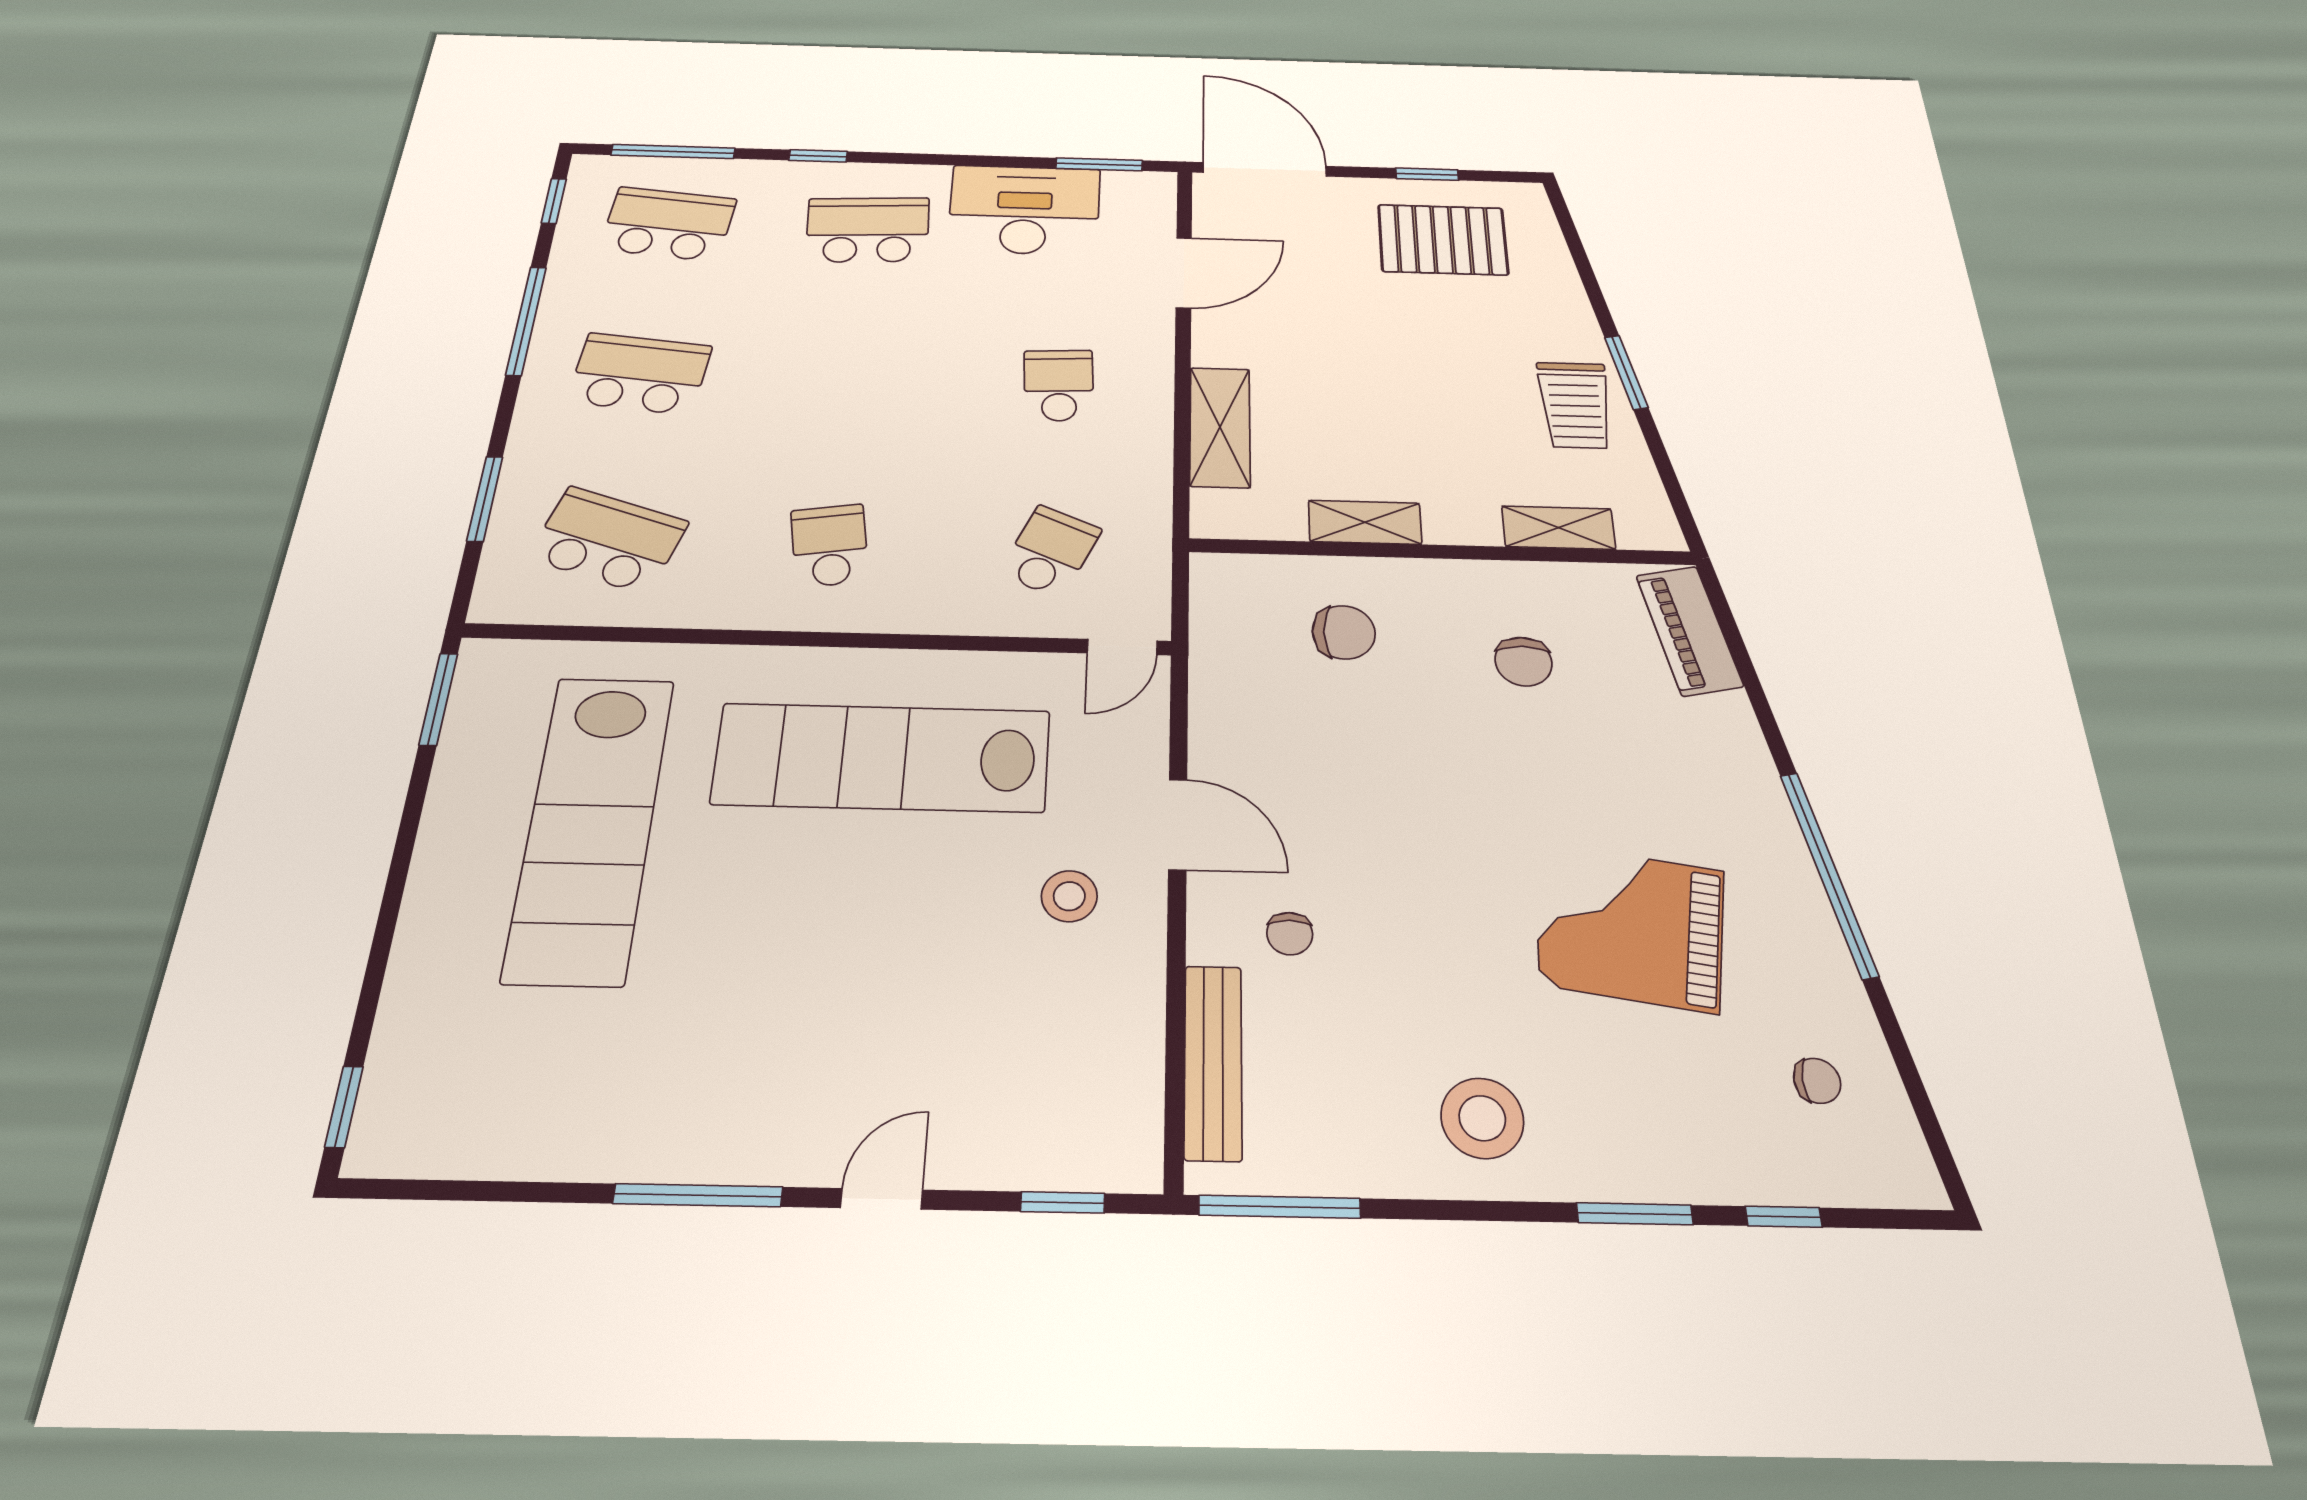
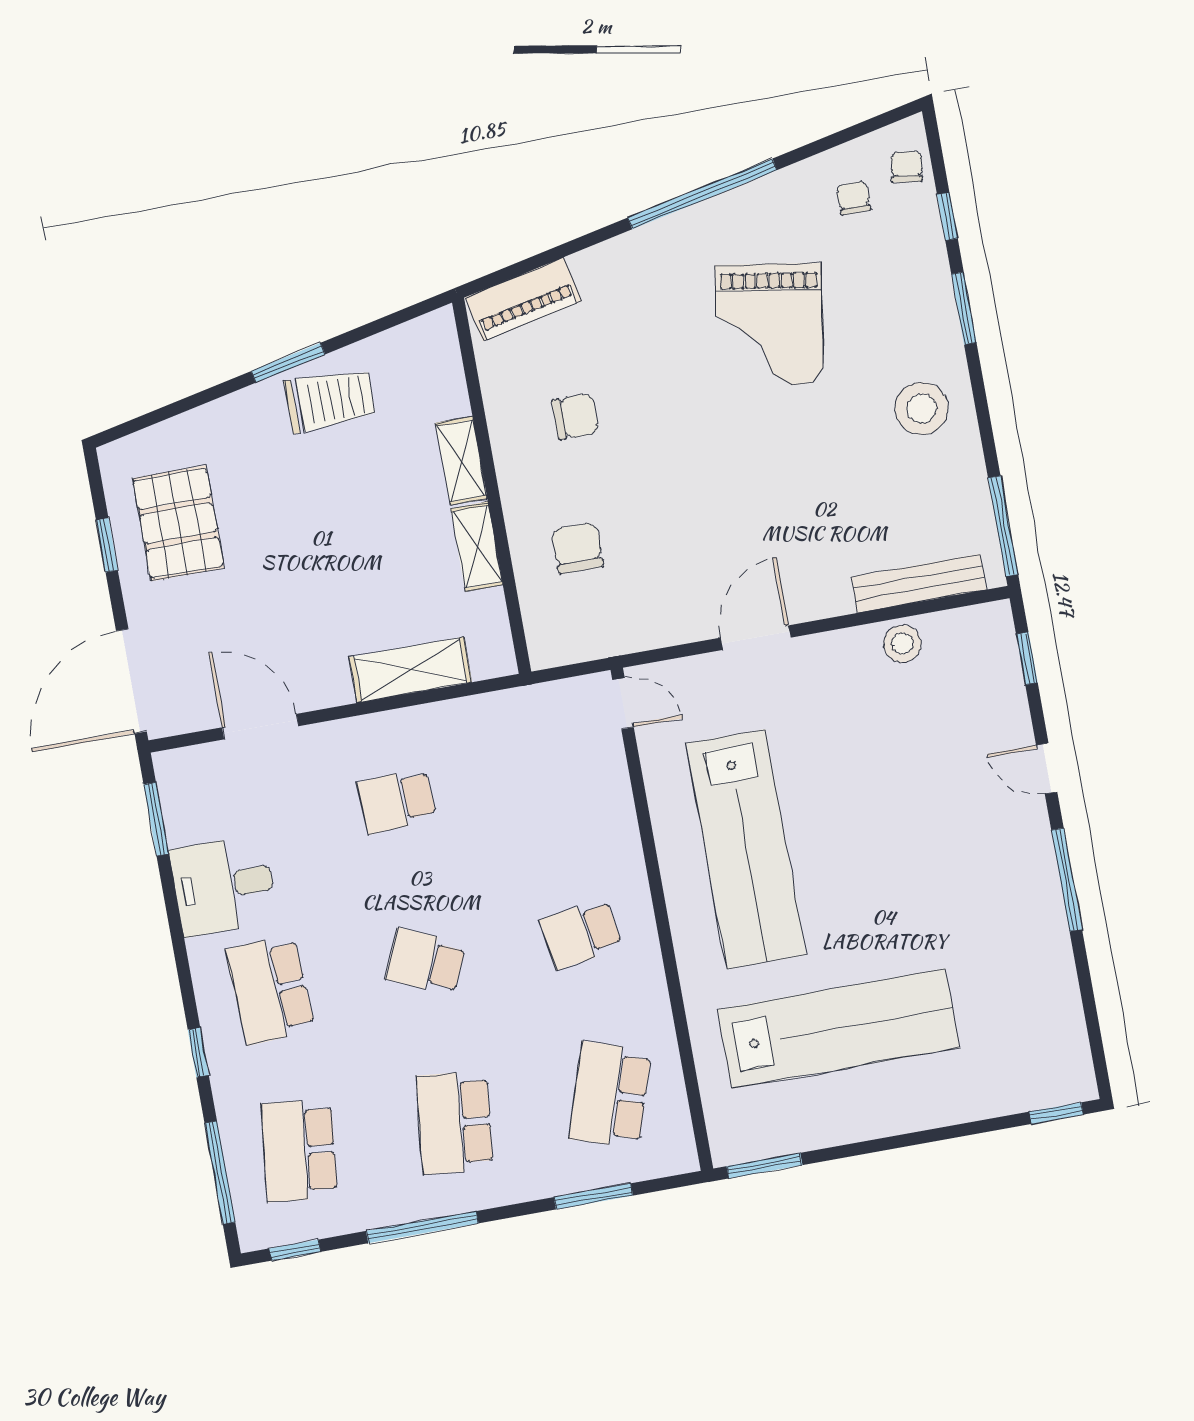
desk: (1024, 210) -> (224, 886), width x0.73
shelving: (1559, 528) -> (461, 461), moved
school desk: (1050, 551) -> (426, 962), moved
stool: (1069, 896) -> (902, 644), moved
chair: (1290, 934) -> (906, 167), moved, turned -82

